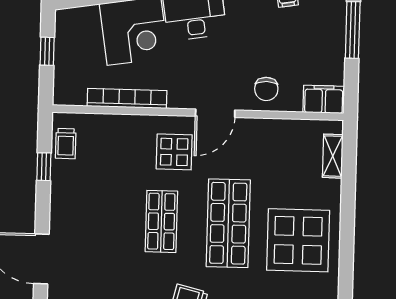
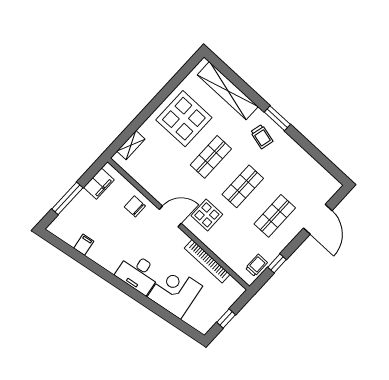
chair: (266, 89) -> (135, 206), turned -90
filing cabinet: (324, 99) -> (99, 184), moved, turned -90
shop shelf: (94, 220) -> (275, 216), added
shop shelf: (228, 223) -> (211, 157), width x0.70, depth x0.74

